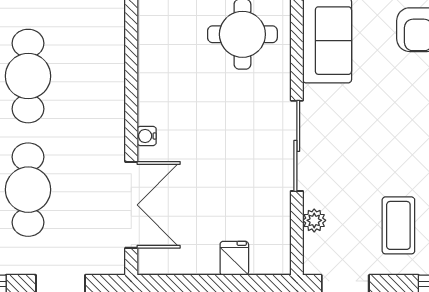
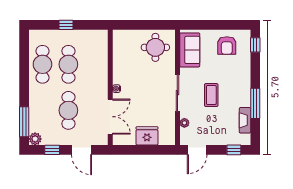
coffee table: (398, 225) -> (211, 95), moved
fridge: (234, 258) -> (147, 136), width x1.88, depth x1.34

